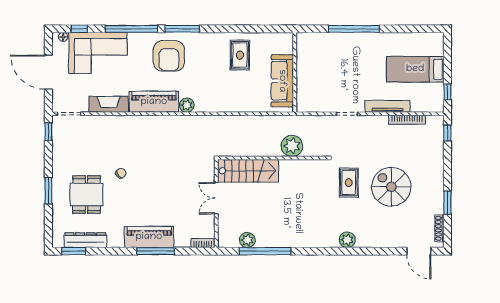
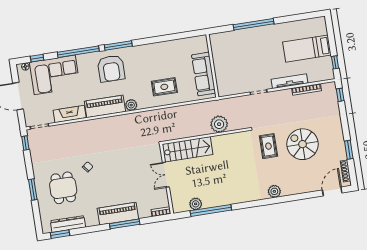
rug: (240, 55) -> (164, 87), moved, turned 90
door: (419, 251) -> (332, 191), swing flipped

